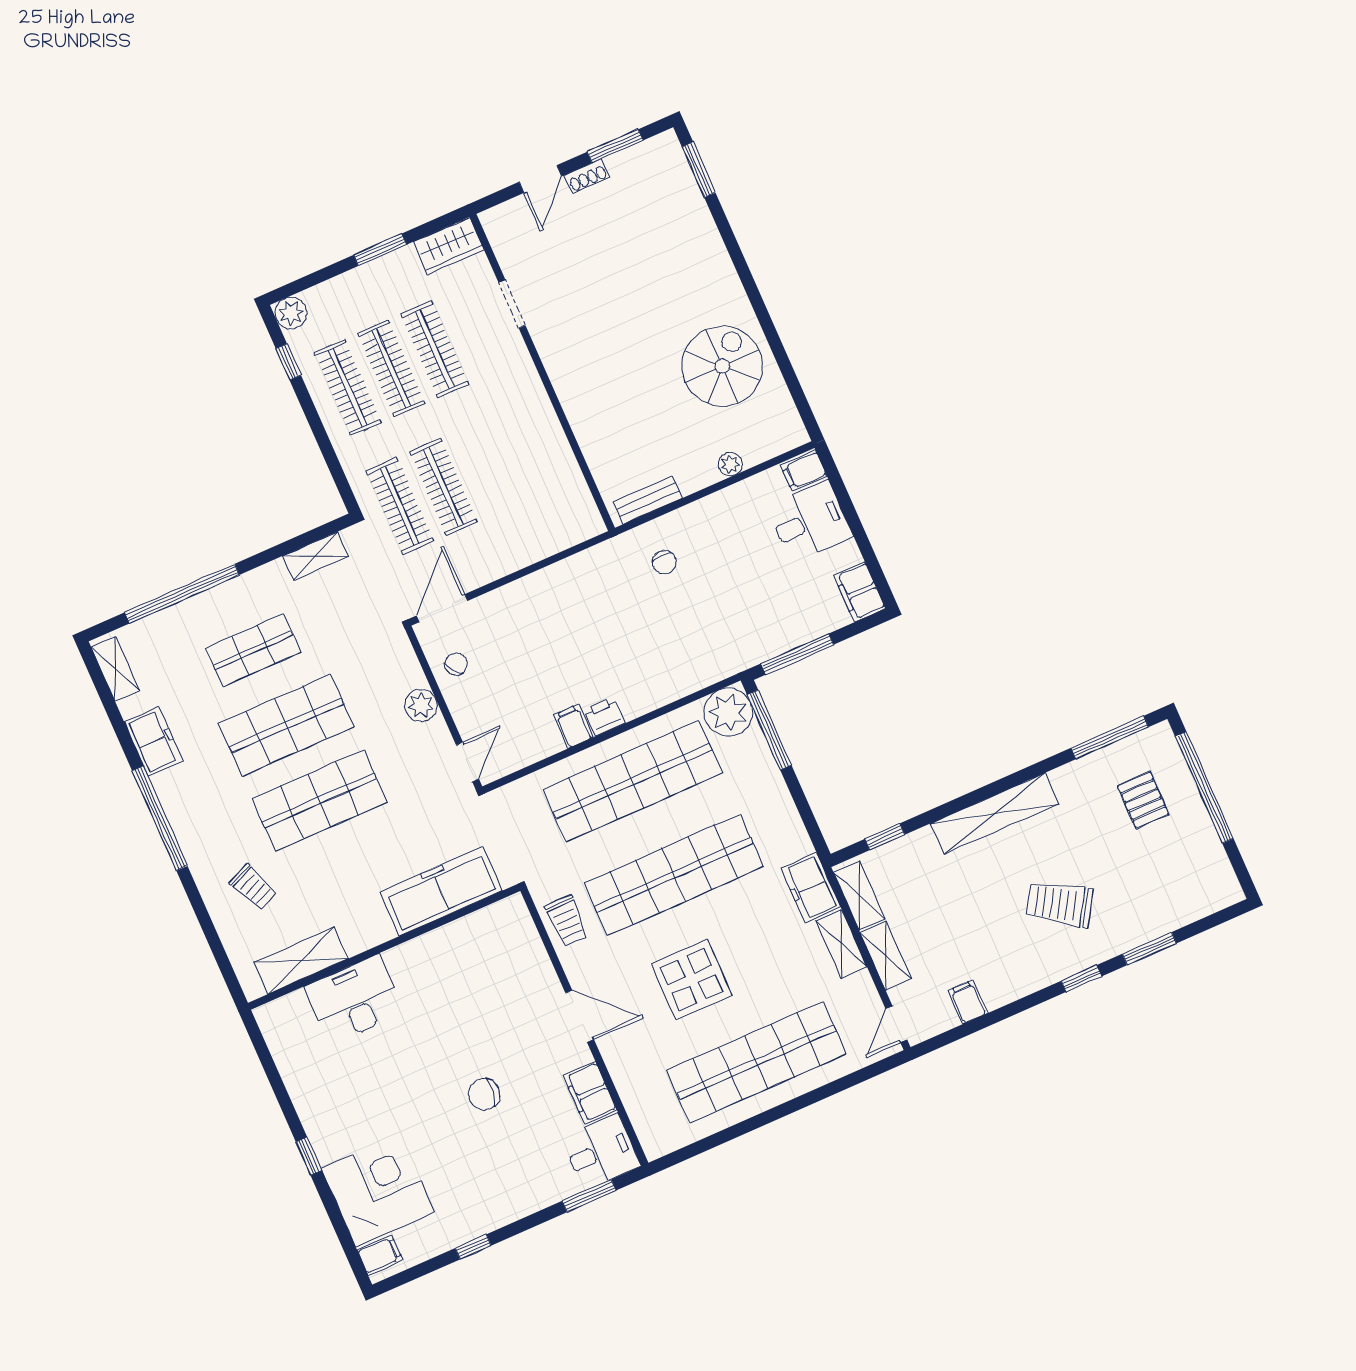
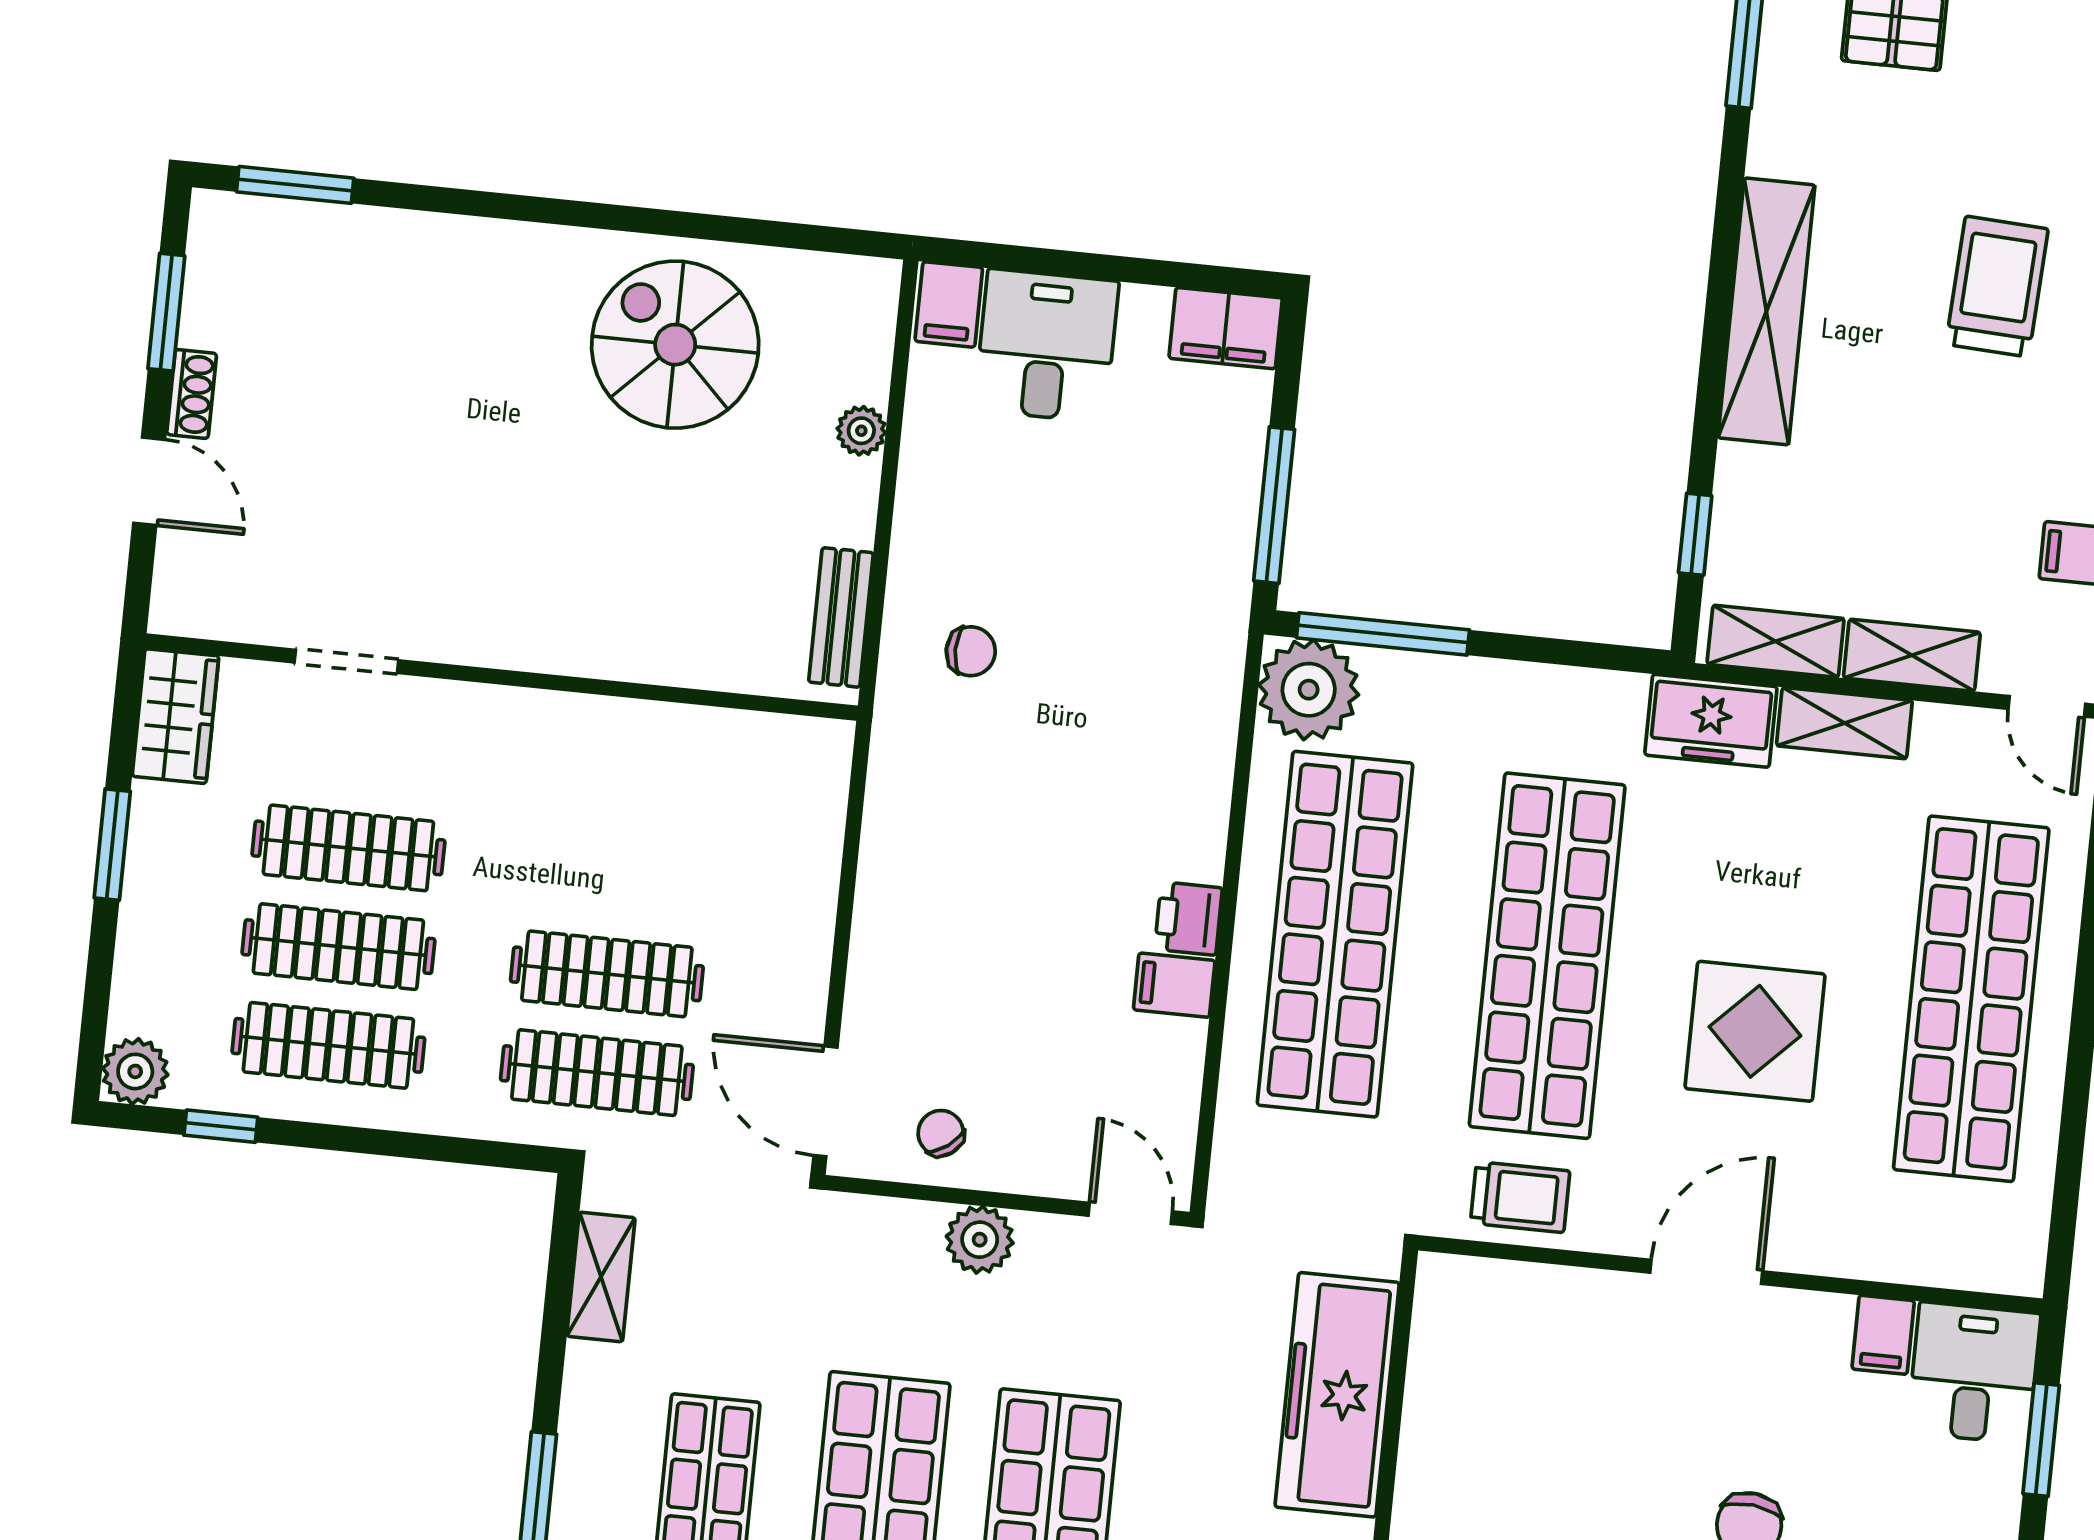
trolley: (1060, 904) -> (1997, 287), turned 151
filing cabinet: (590, 1093) -> (1883, 1335), width x0.50

